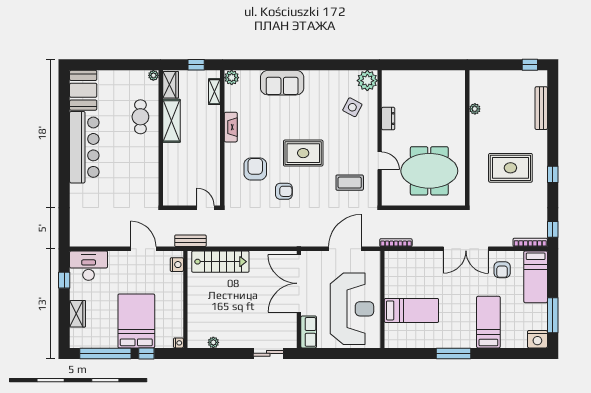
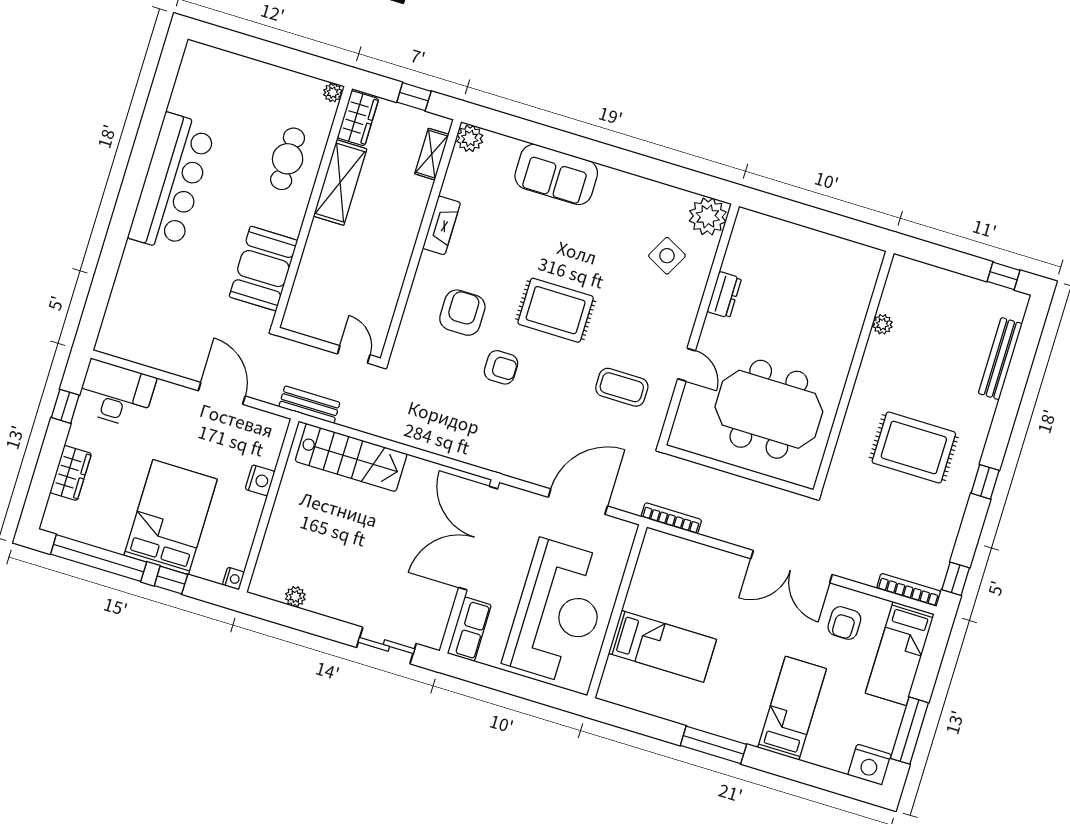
booth: (83, 90) -> (263, 269), moved
nightstand: (177, 265) -> (260, 480), moved

